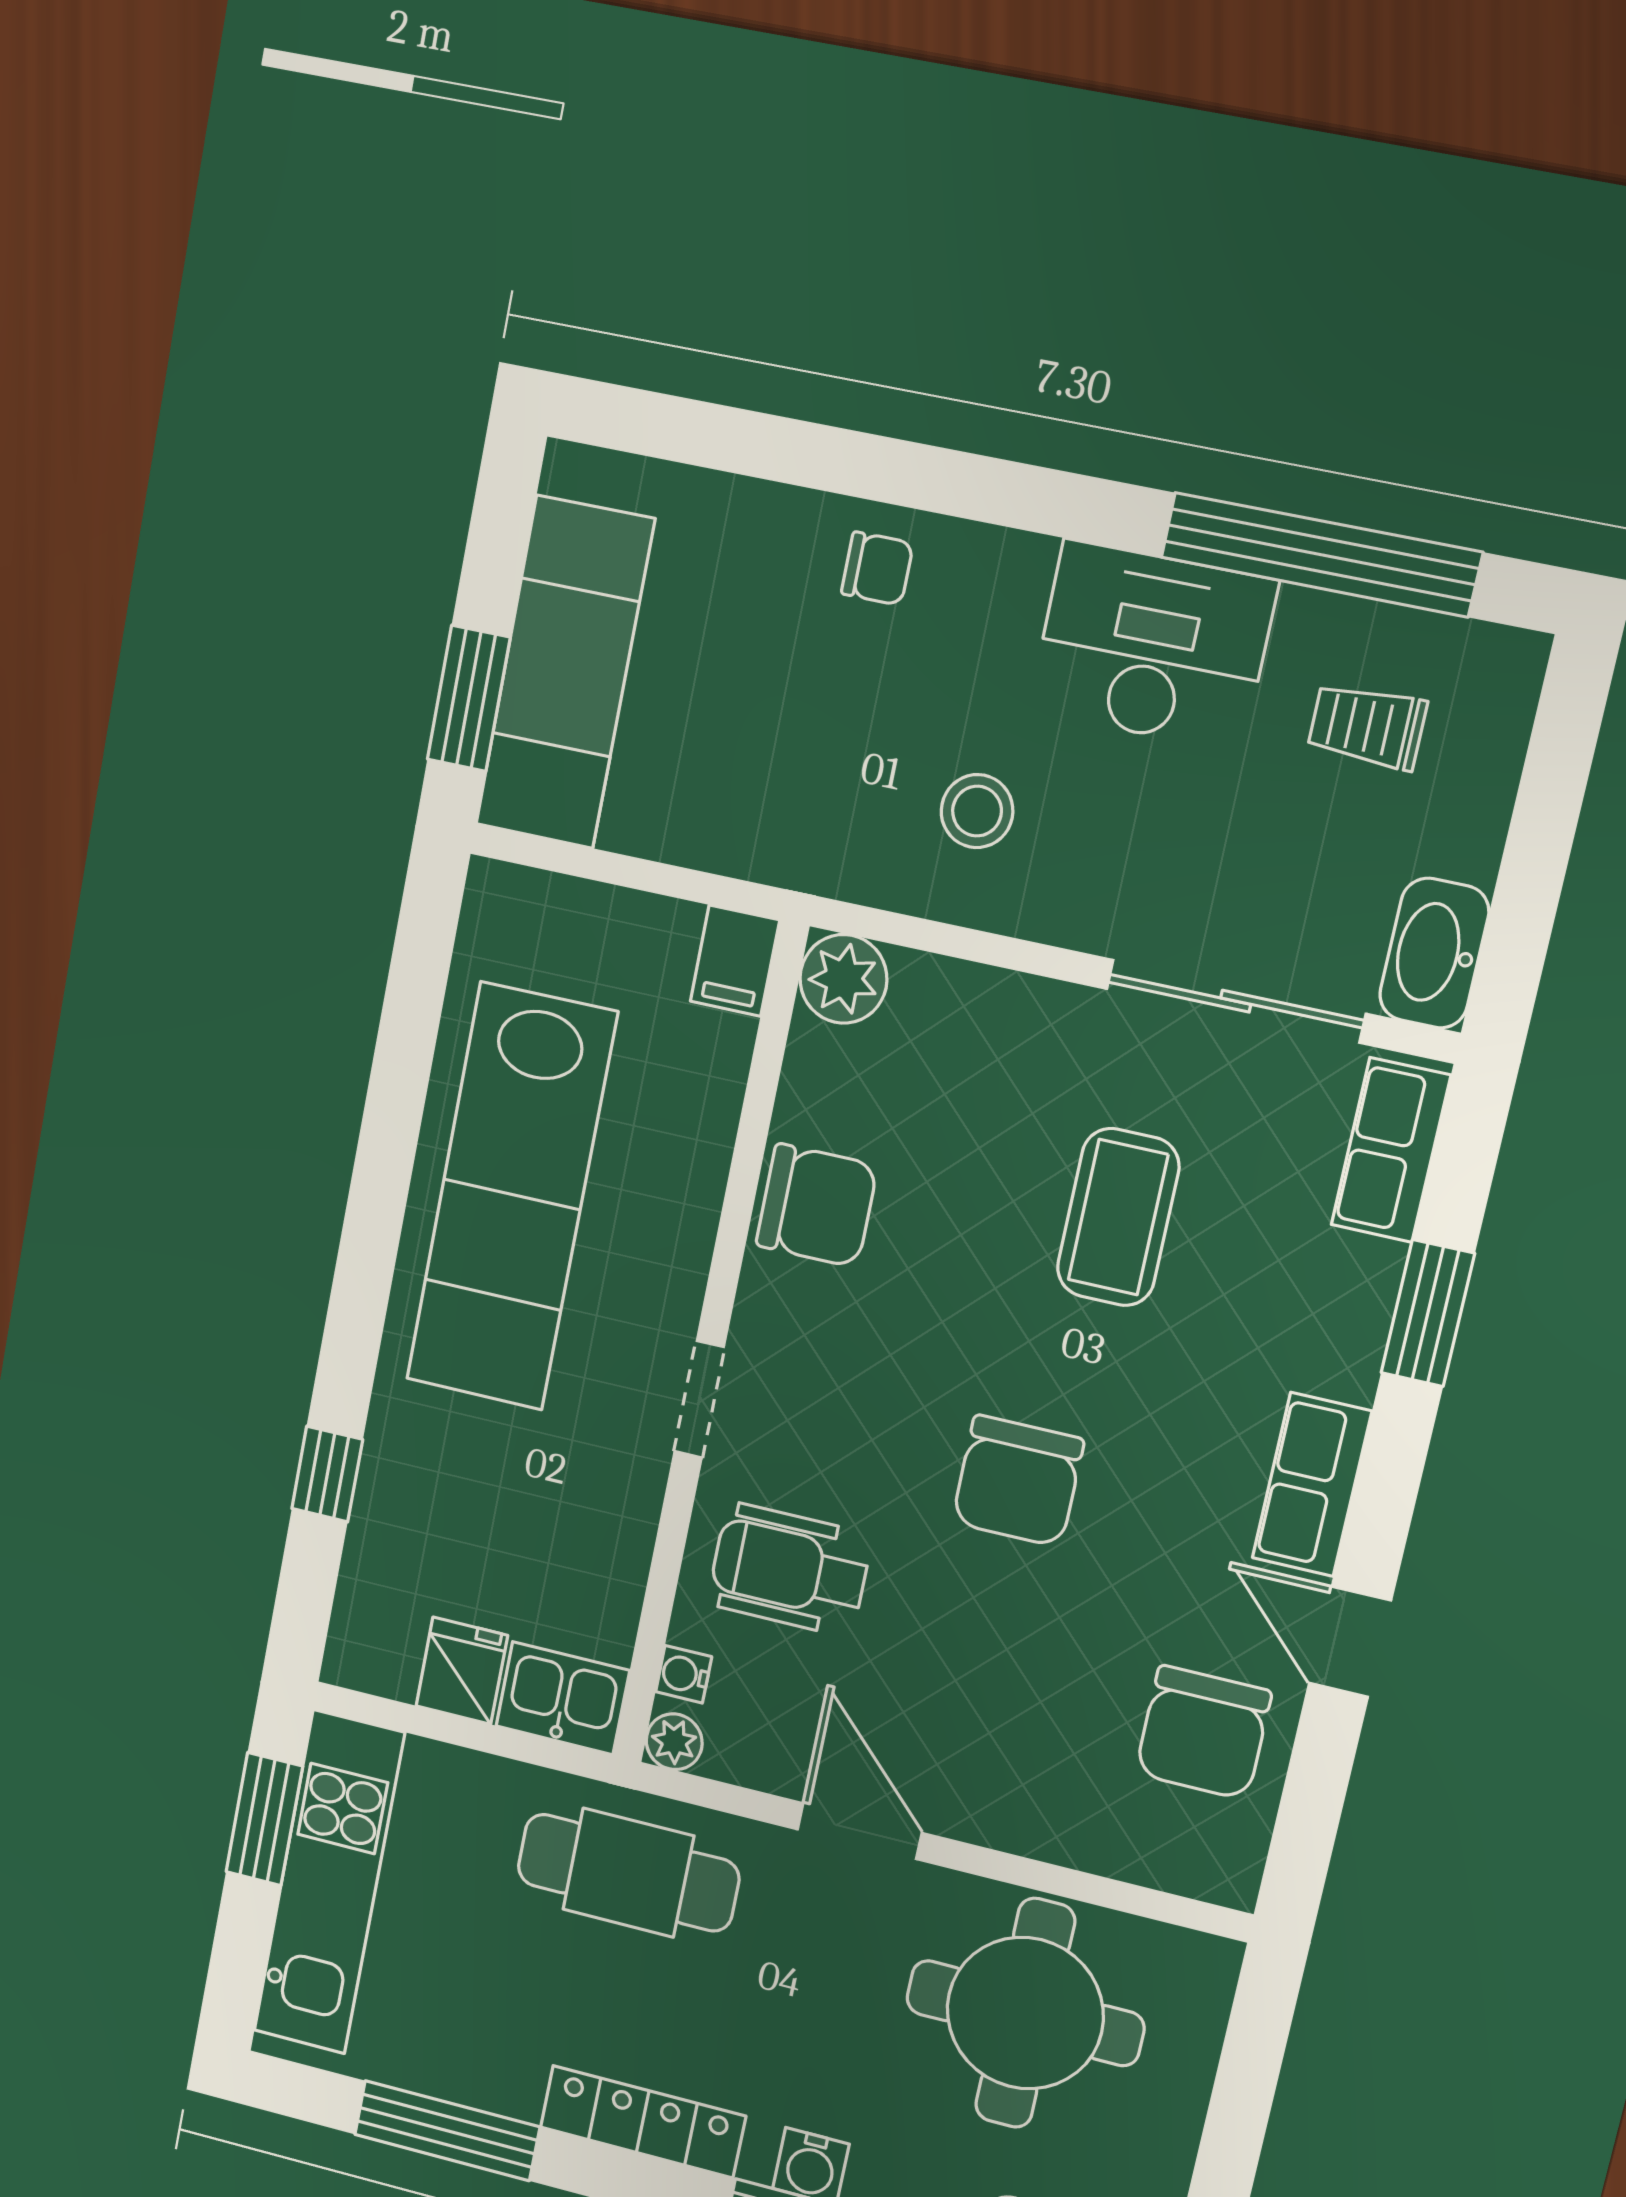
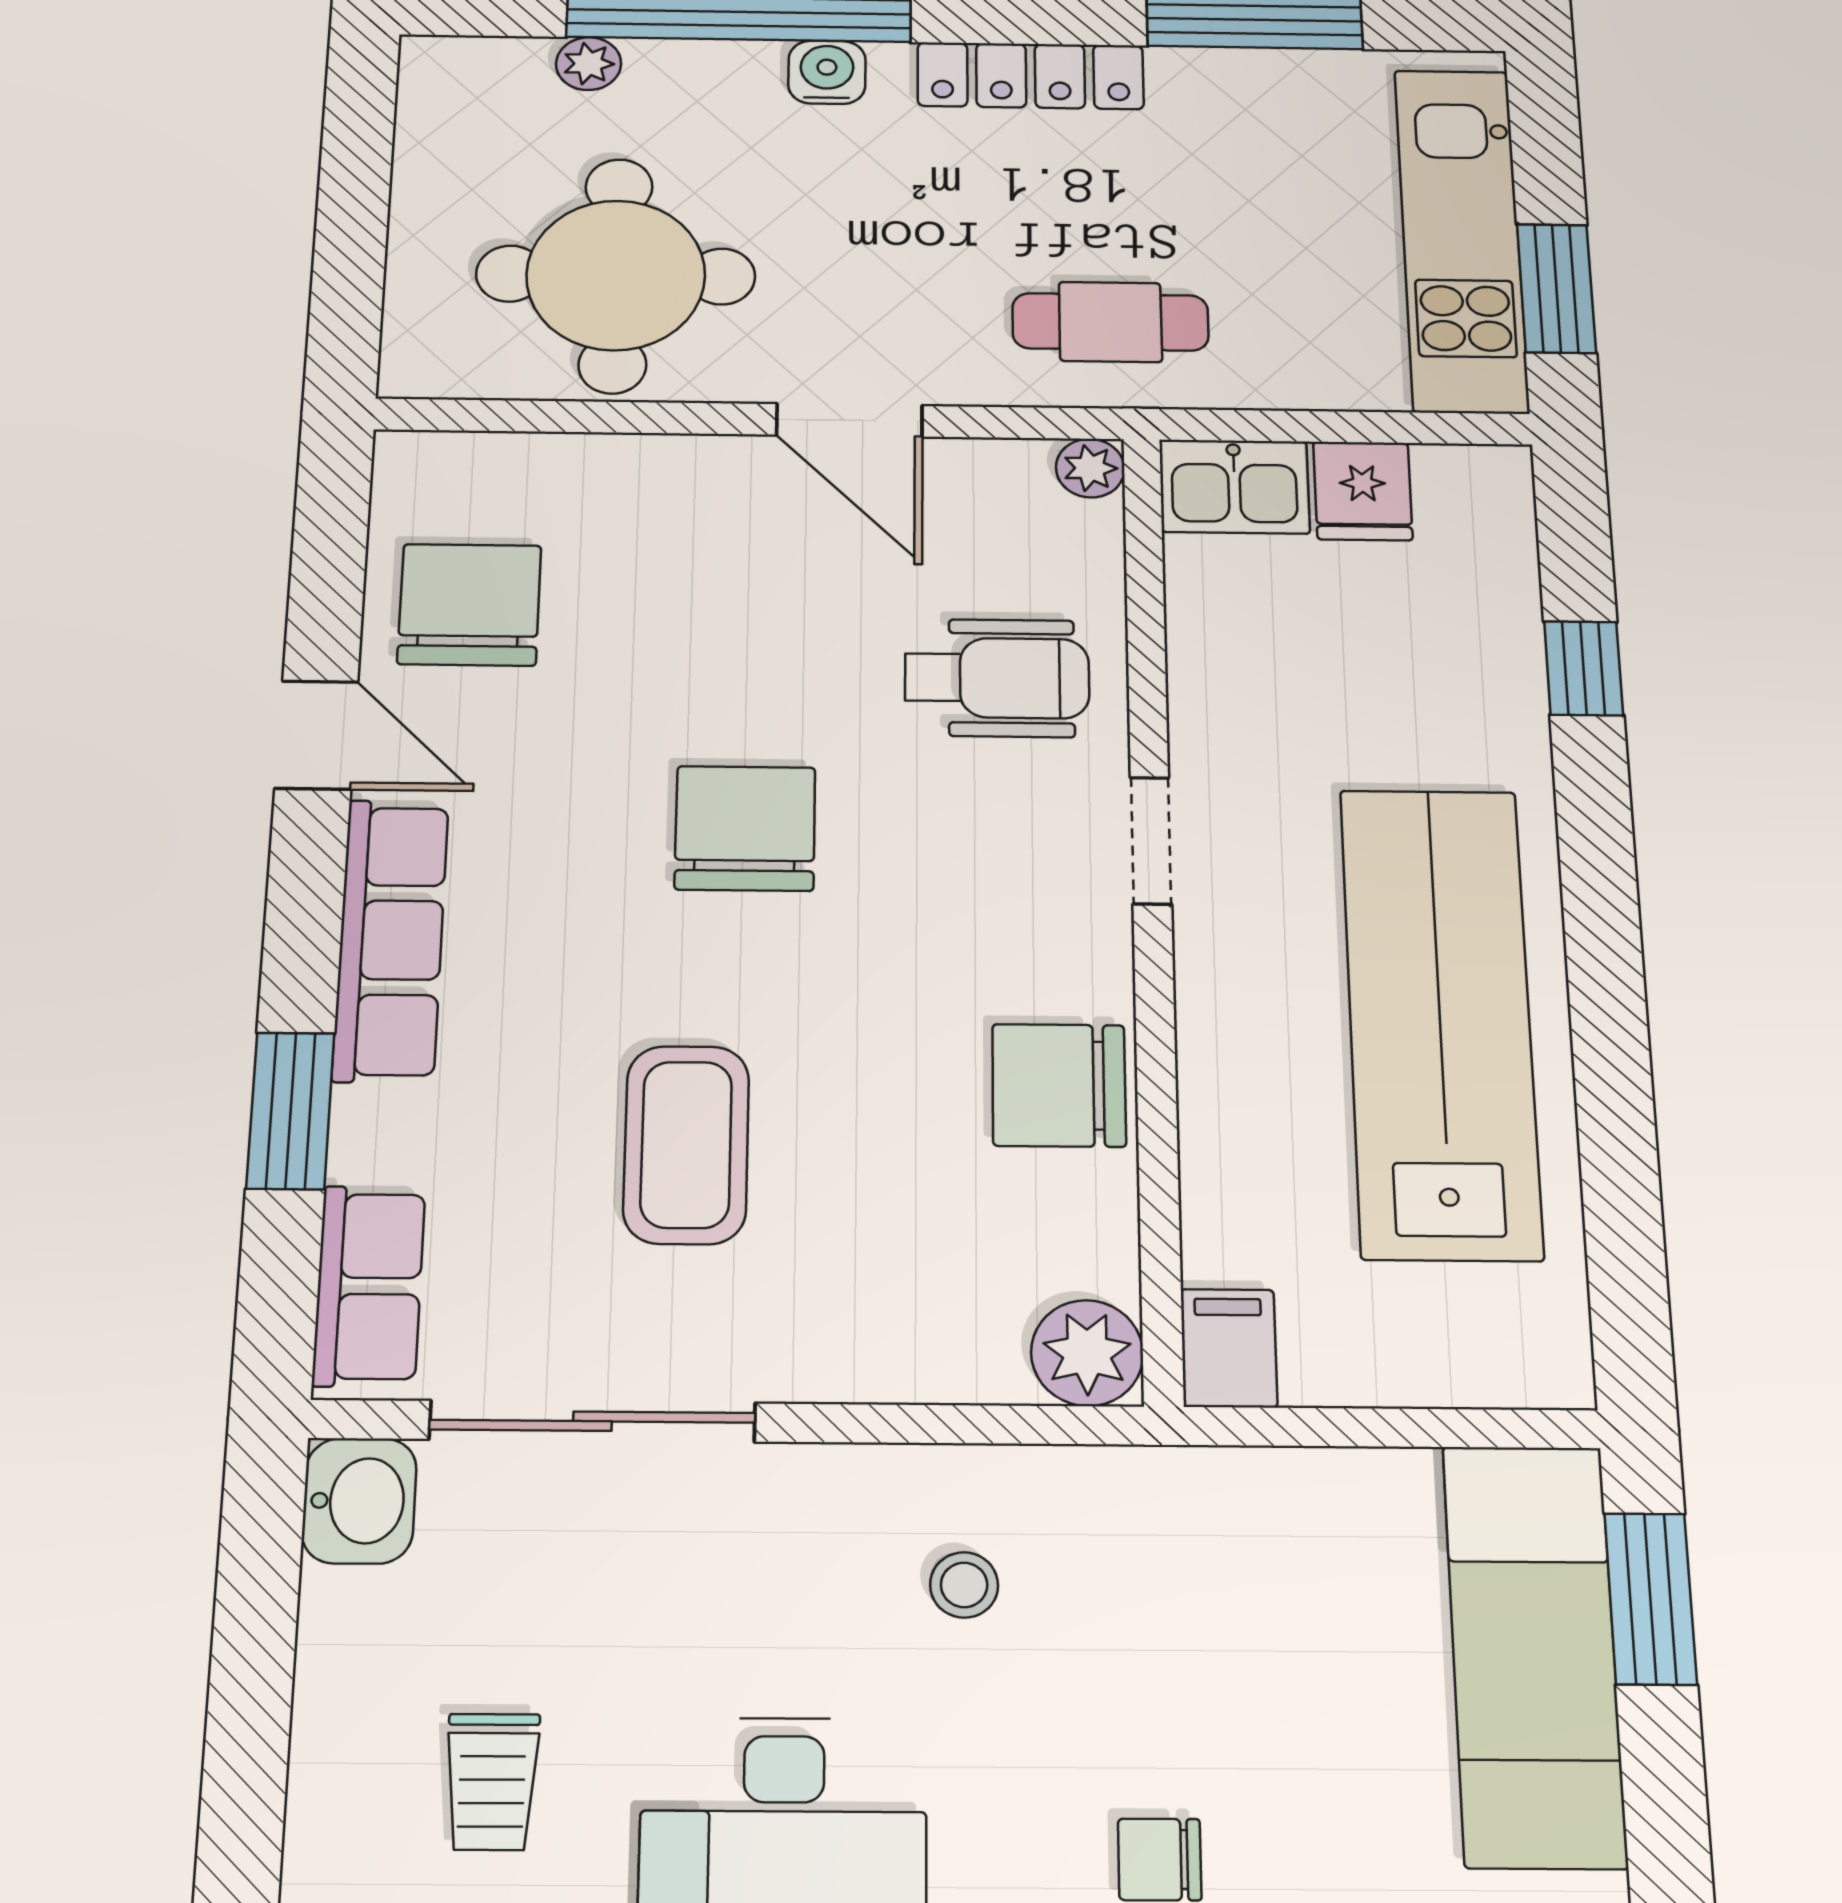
trolley: (1367, 726) -> (492, 1782), turned 90
stool: (977, 811) -> (964, 1585), width x0.73, depth x0.73
washbasin: (1434, 953) -> (359, 1501), width x0.72
row of seats: (1312, 1485) -> (391, 940), width x1.48
water cooler: (684, 1674) -> (1096, 541), removed
cafe table: (628, 1873) -> (1110, 322), width x0.73, depth x0.74

